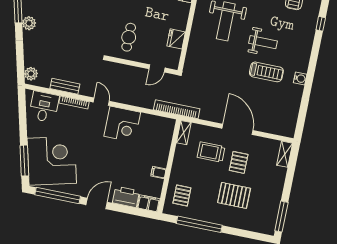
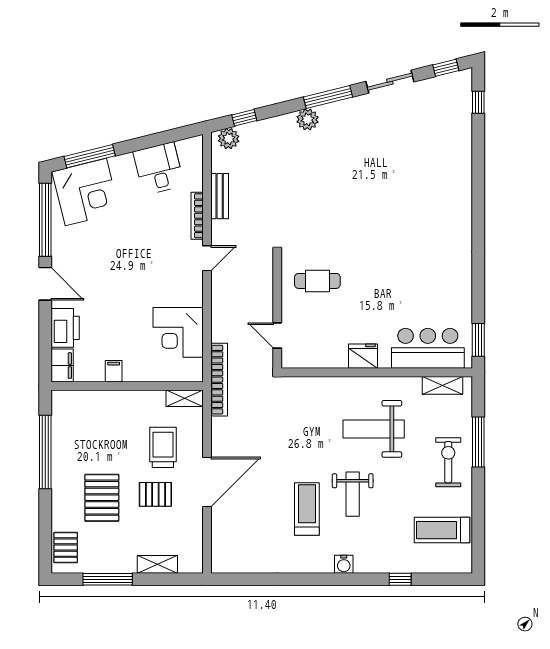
fridge: (176, 39) -> (363, 356), moved
window: (20, 62) -> (244, 118), added
treadmill: (266, 72) -> (307, 509), turned 180
water cooler: (300, 78) -> (344, 564), moved
desk: (44, 107) -> (159, 168), moved, turned -104
corner desk: (122, 124) -> (178, 332), moved
shelving: (285, 154) -> (157, 564), moved
corner desk: (52, 161) -> (86, 192), width x0.74, depth x0.74
pallet: (182, 195) -> (66, 548), moved, turned 90
window: (281, 217) -> (108, 579), moved

